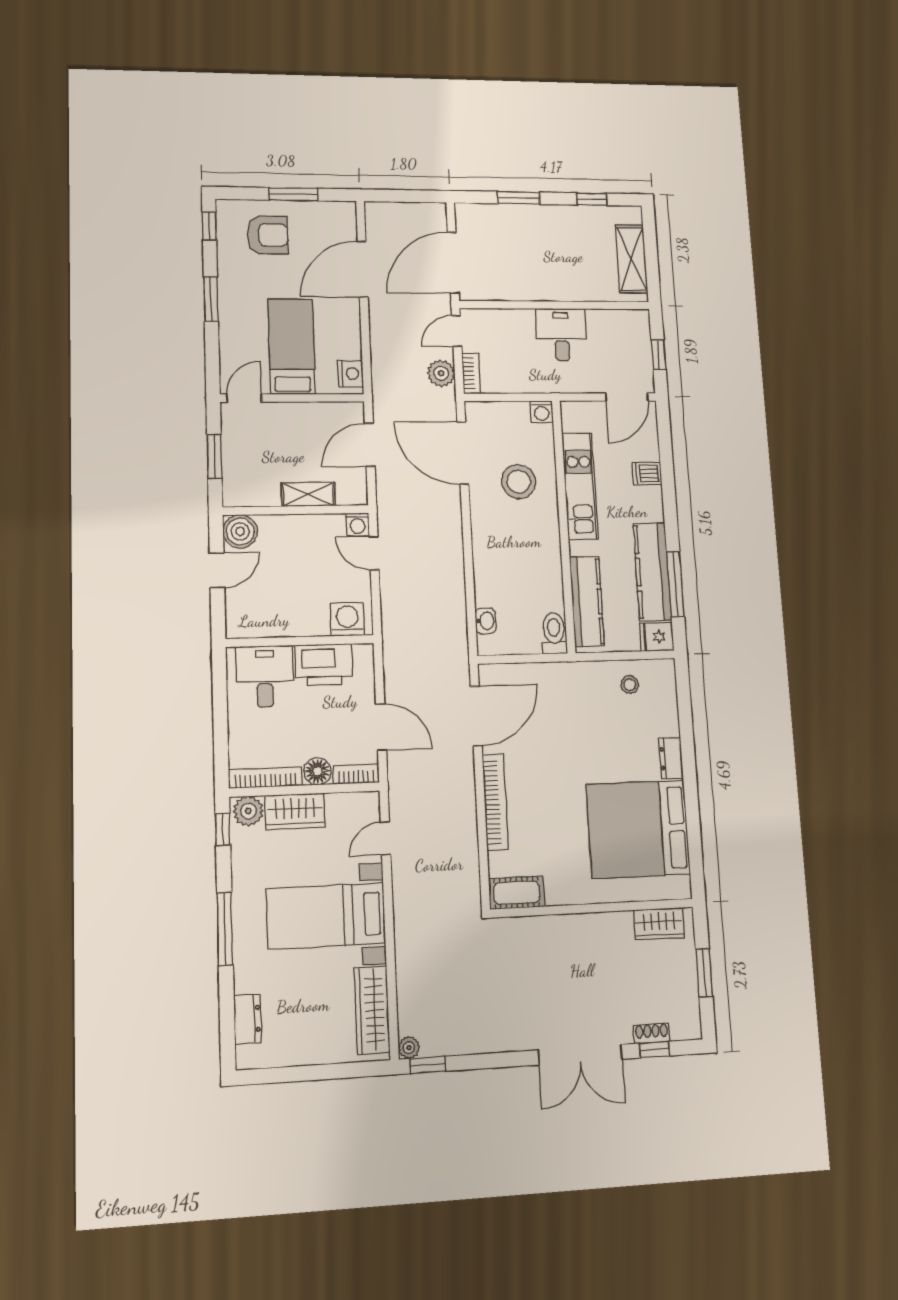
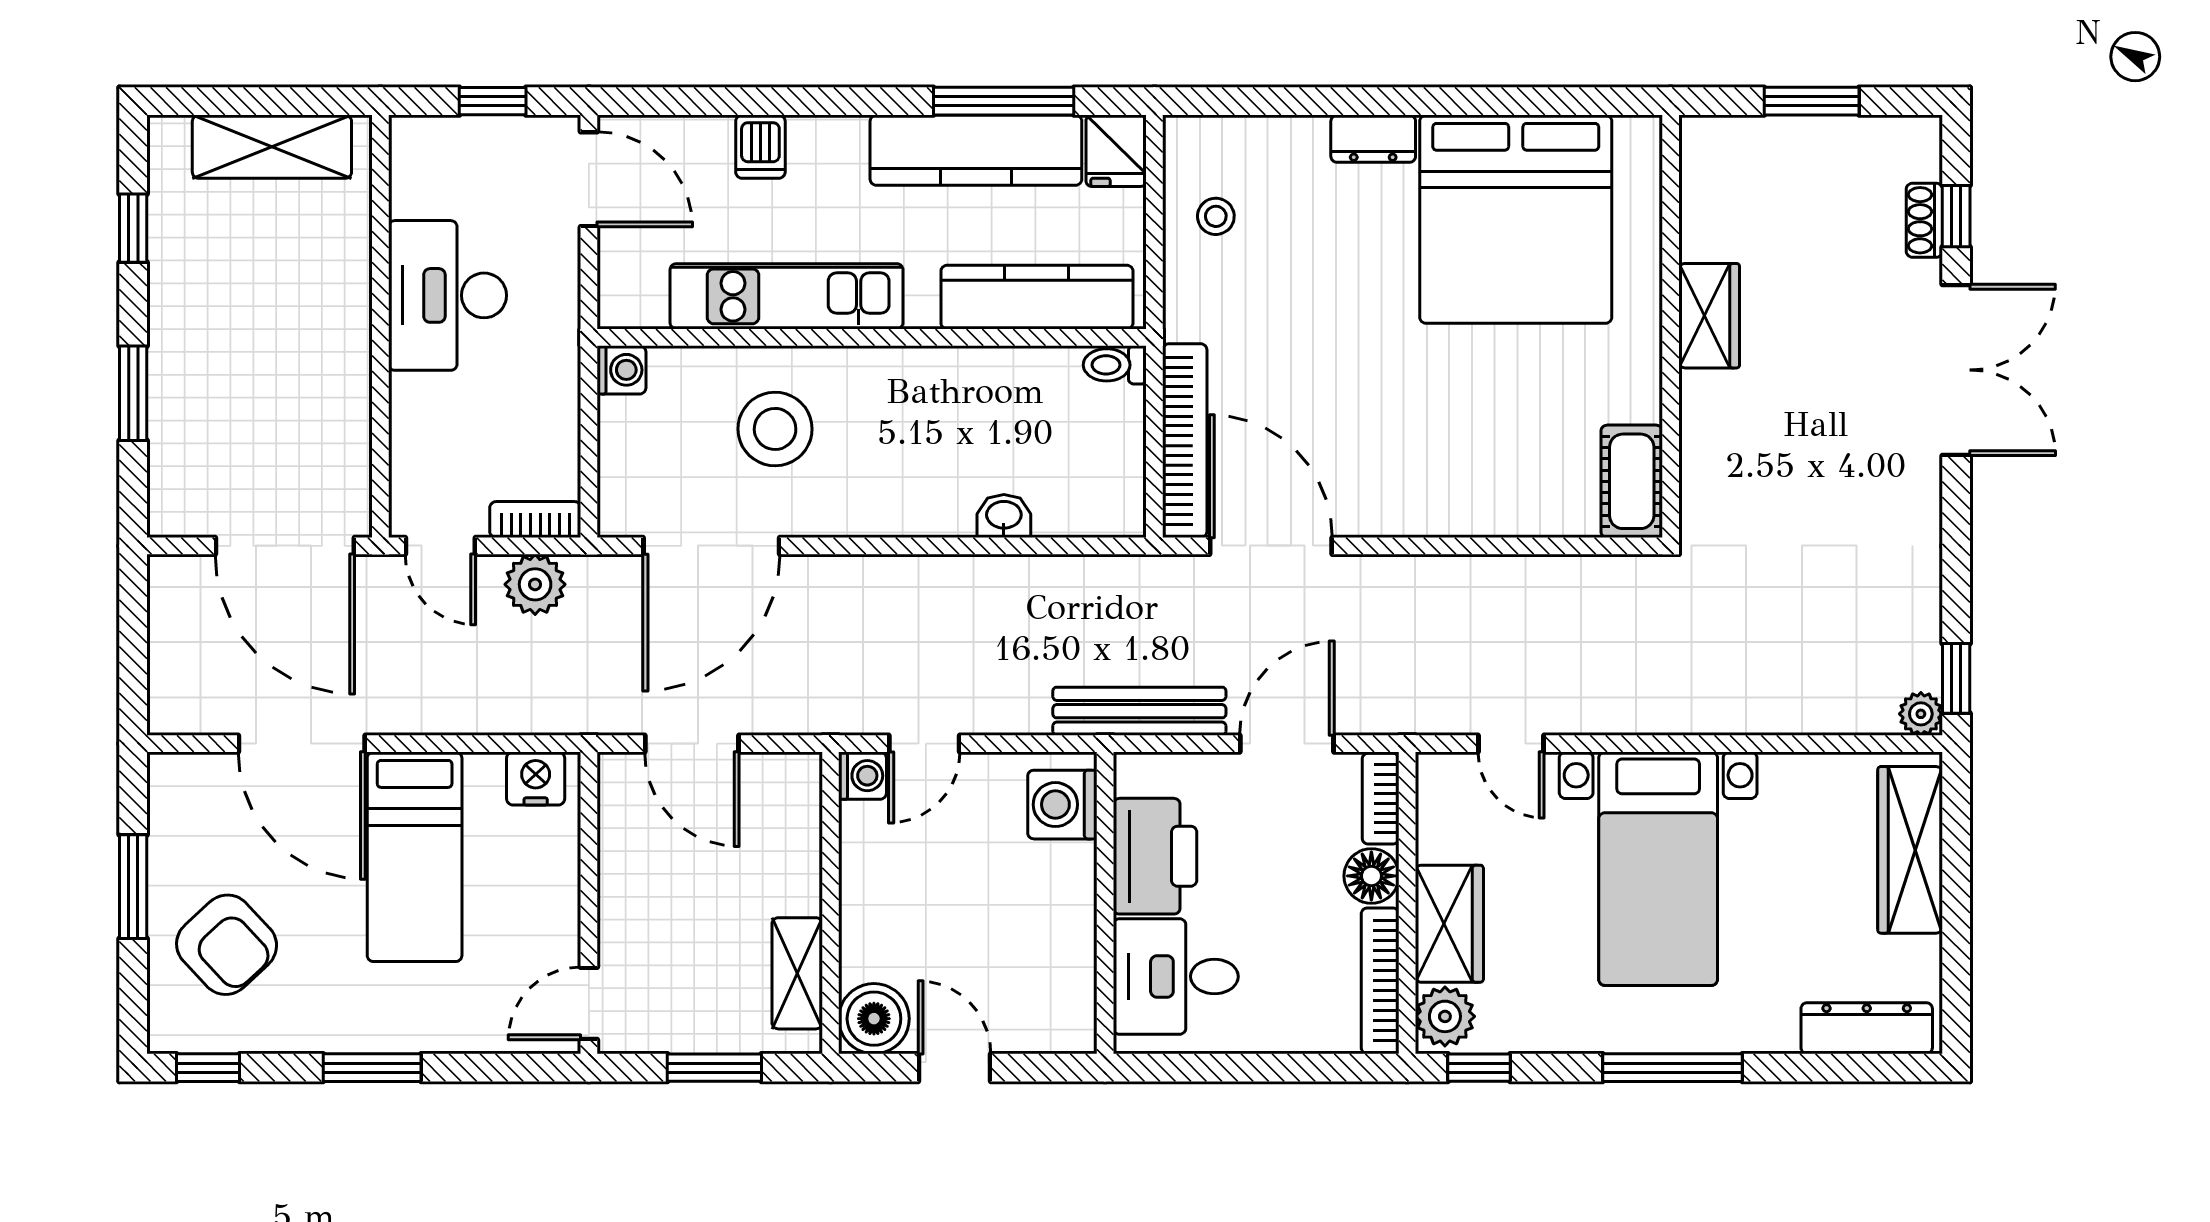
armchair: (268, 235) -> (227, 945), turned 137
desk: (561, 334) -> (447, 295), width x1.37
bed: (292, 346) -> (415, 857), moved, turned -90
door: (244, 398) -> (589, 1003), hinge flipped
shelving: (308, 494) -> (797, 973), moved
washbasin: (486, 621) -> (1004, 516), moved
toilet: (554, 633) -> (1115, 365), width x0.73, depth x0.72
bench: (394, 655) -> (1139, 711), added
bookcase: (495, 802) -> (1185, 441), moved, turned 90
wardrobe: (659, 924) -> (1709, 316), moved
wardrobe: (372, 1010) -> (1910, 850), moved, turned 90
dresser: (247, 1019) -> (1867, 1028), width x1.44

